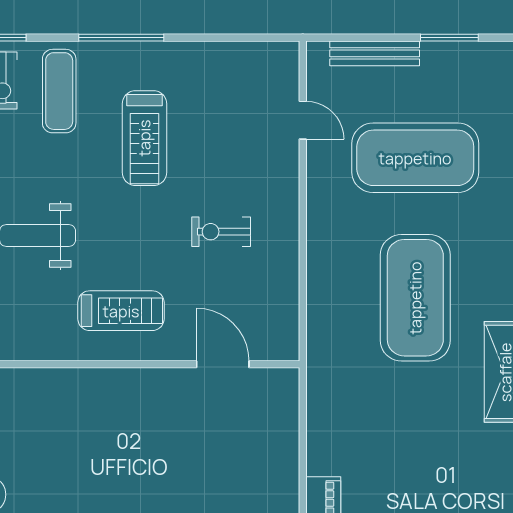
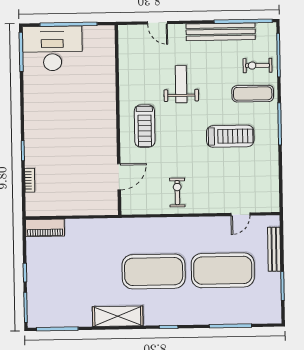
treadmill: (144, 138) -> (230, 136), turned 180
exercise mat: (415, 158) -> (223, 270), turned 90
exercise bike: (221, 232) -> (177, 193), moved

